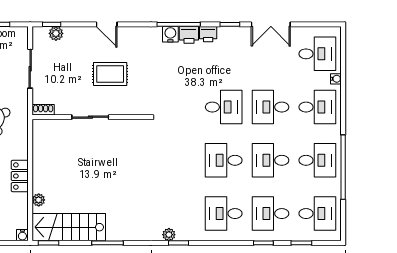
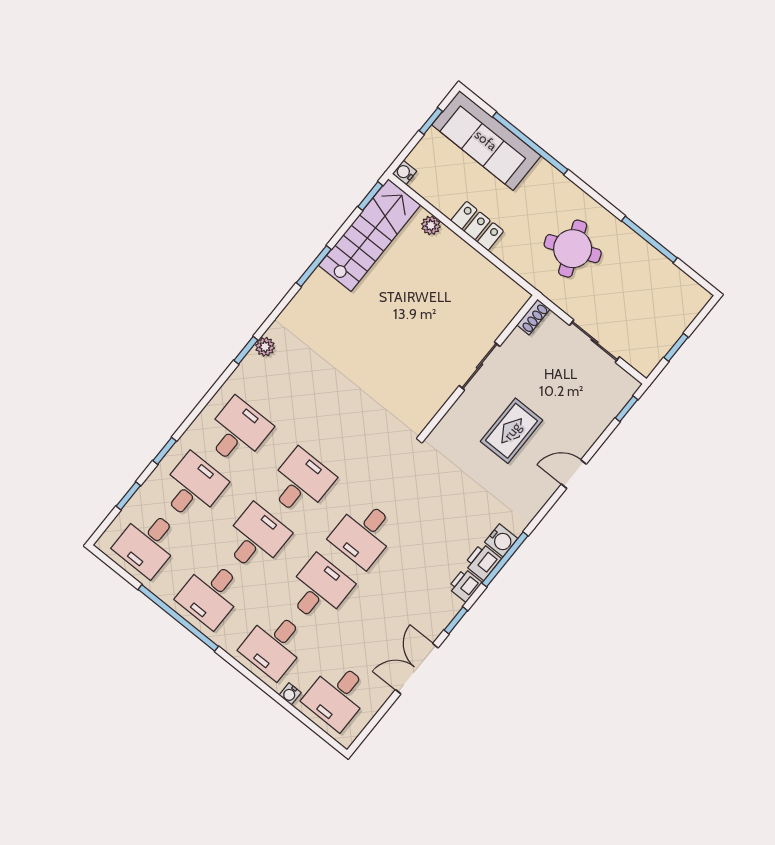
plant: (56, 33) -> (612, 405), removed

